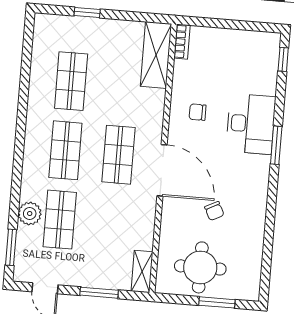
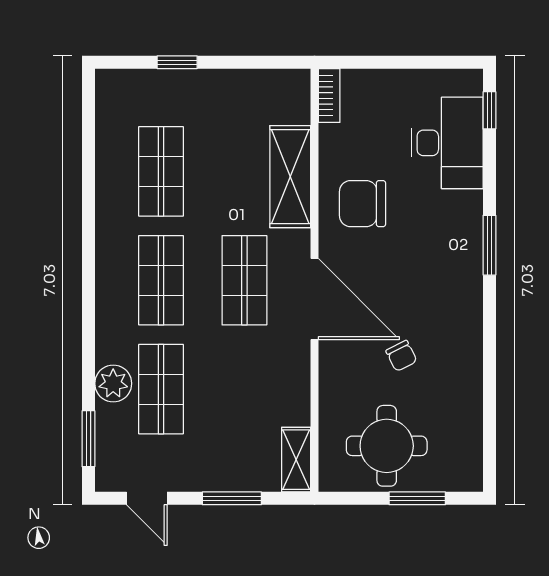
shelving: (156, 55) -> (290, 177), moved
chair: (198, 112) -> (362, 204), width x1.87, depth x1.87
desk: (251, 124) -> (447, 143), moved

